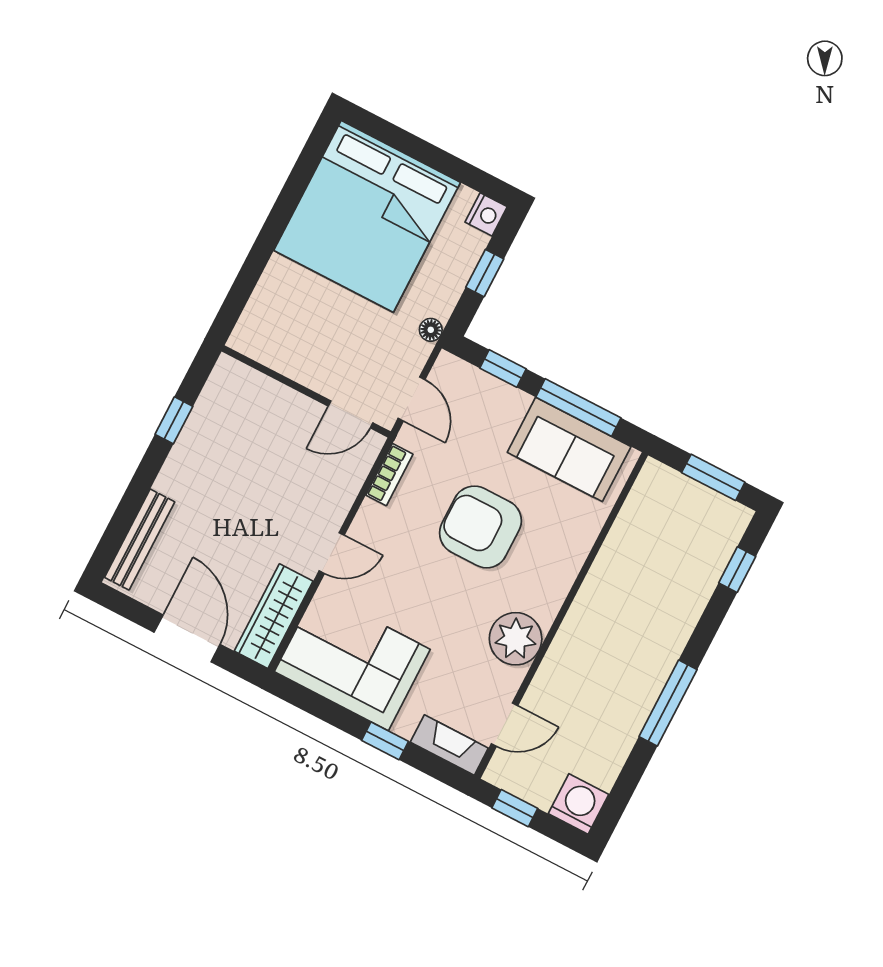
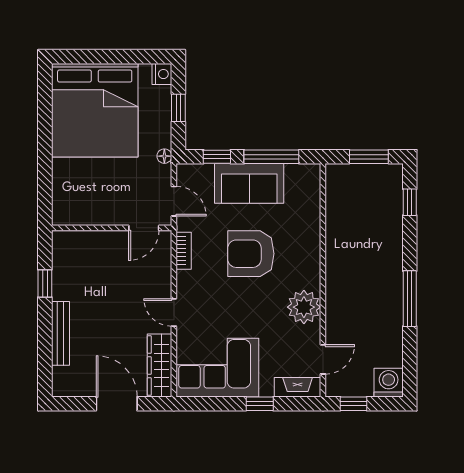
sofa: (569, 449) -> (249, 183), moved
bench: (140, 540) -> (60, 333), moved
door: (332, 553) -> (174, 312), swing flipped

